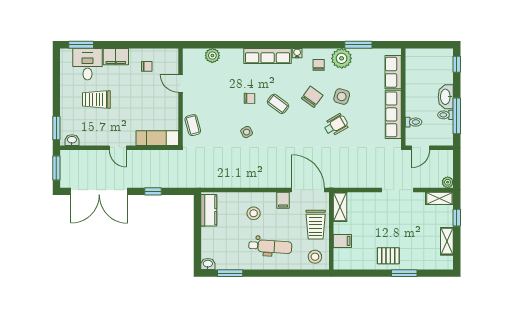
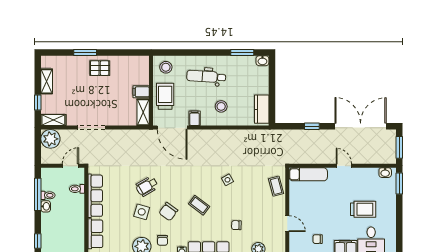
washbasin: (446, 97) -> (46, 206), width x0.52, depth x0.69
chair: (249, 98) -> (236, 225), moved
plant: (448, 182) -> (50, 139), width x1.87, depth x1.87
filing cabinet: (342, 241) -> (141, 92), moved

